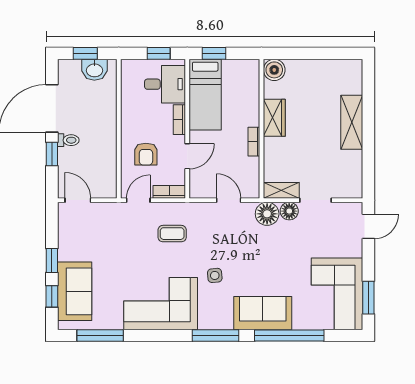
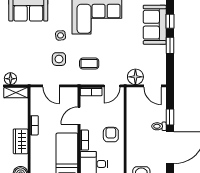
armchair: (146, 154) -> (111, 135), moved
floor lamp: (267, 214) -> (135, 77), moved
side table: (217, 240) -> (59, 59), added

